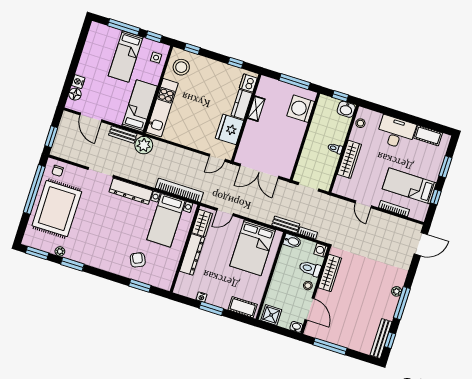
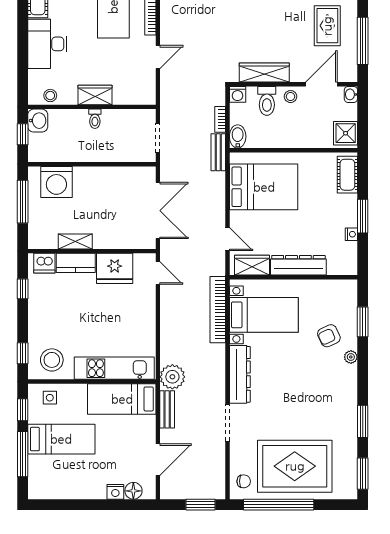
wardrobe: (349, 159) -> (95, 95), width x0.67
plant: (60, 251) -> (351, 357), moved
rug: (348, 326) -> (327, 26), added

